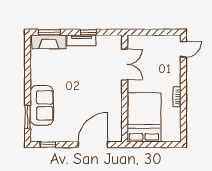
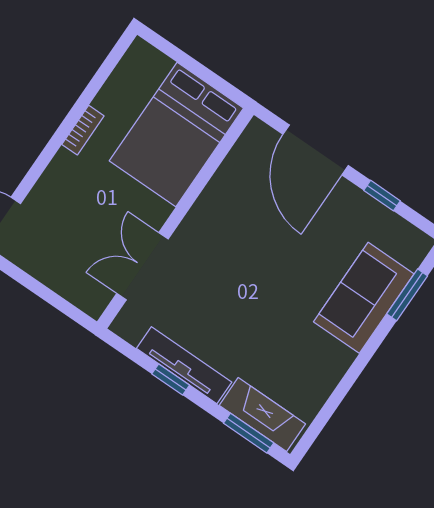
tv unit: (81, 40) -> (184, 365), width x1.41
window: (48, 145) -> (382, 196), moved
door: (93, 145) -> (316, 150), hinge flipped

